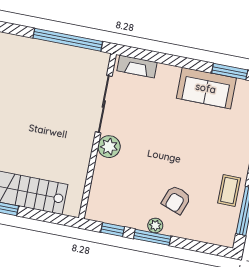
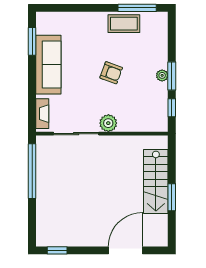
sofa: (206, 88) -> (48, 65), width x1.36
coffee table: (229, 191) -> (124, 24), width x1.36, depth x1.30
armchair: (176, 200) -> (111, 73), moved

